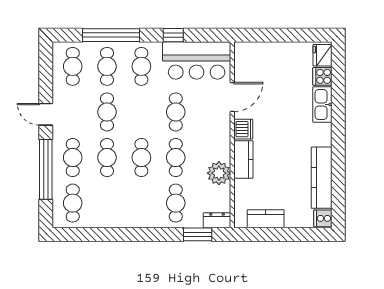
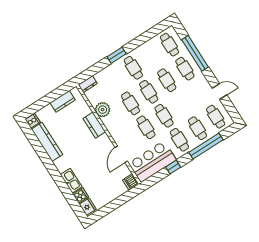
cafe table: (107, 112) -> (164, 116), moved
door: (46, 114) -> (220, 92), moved
dishwasher: (243, 129) -> (131, 182), moved
cafe table: (176, 203) -> (133, 68), moved
window: (198, 234) -> (117, 55), moved

